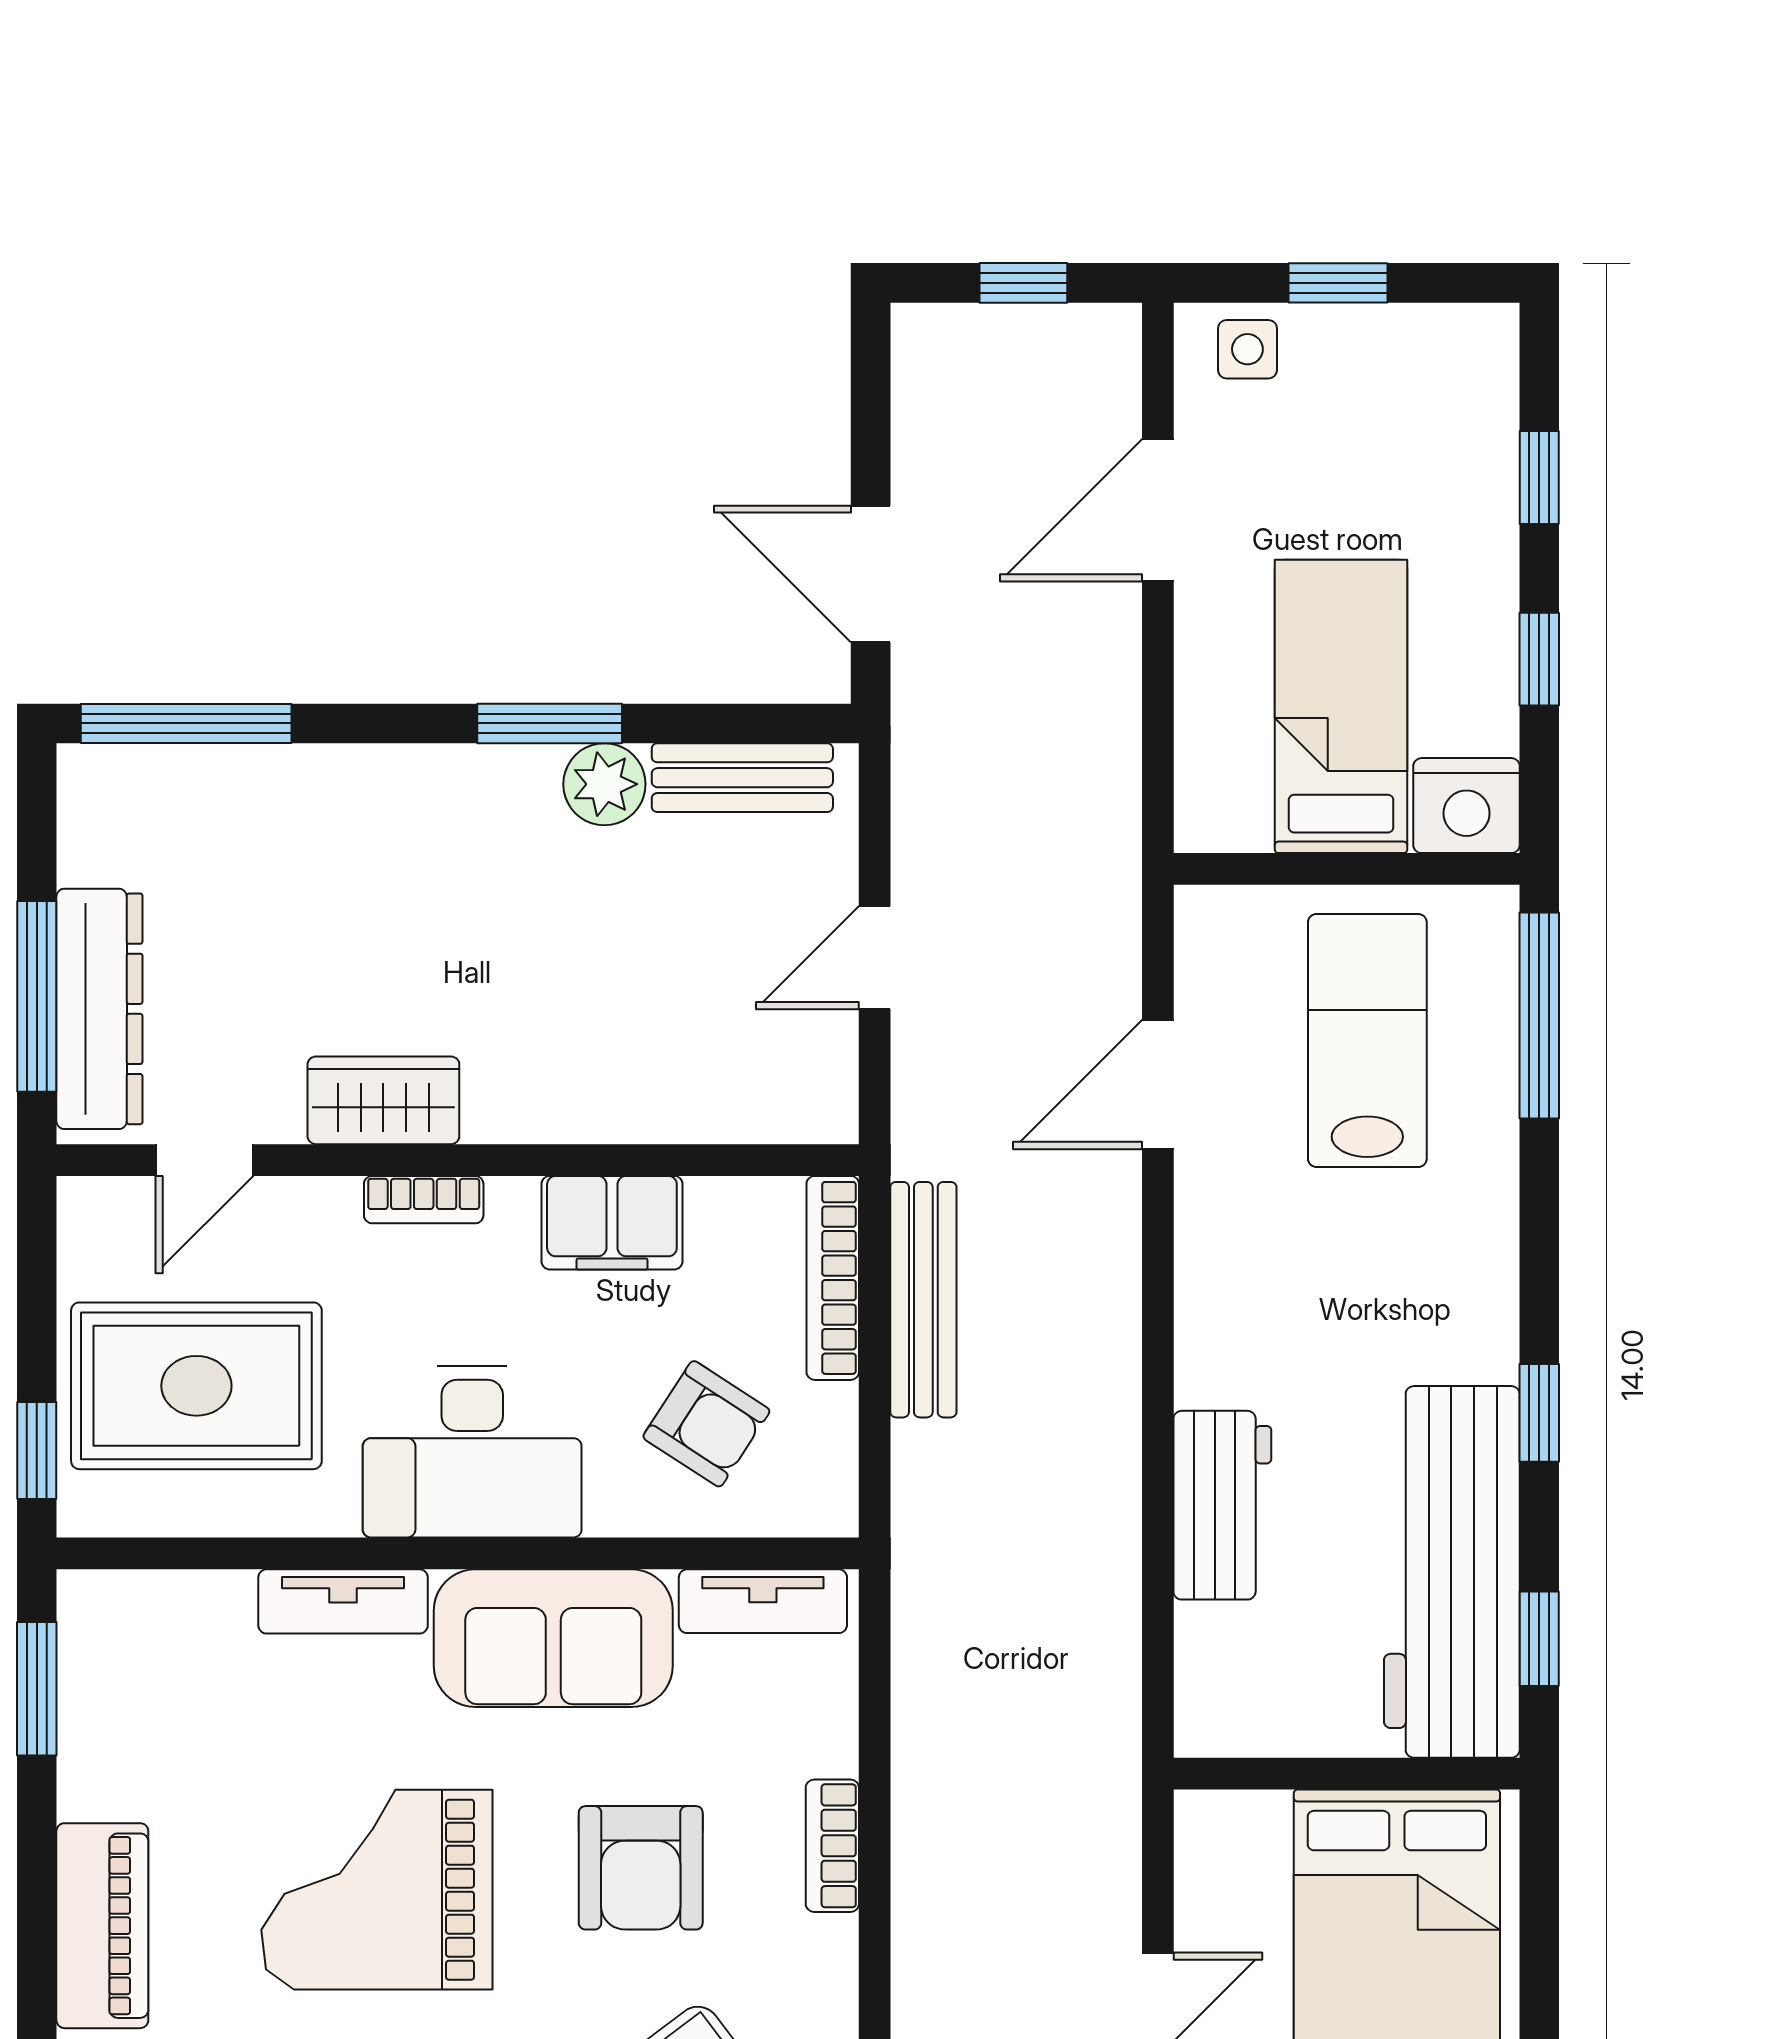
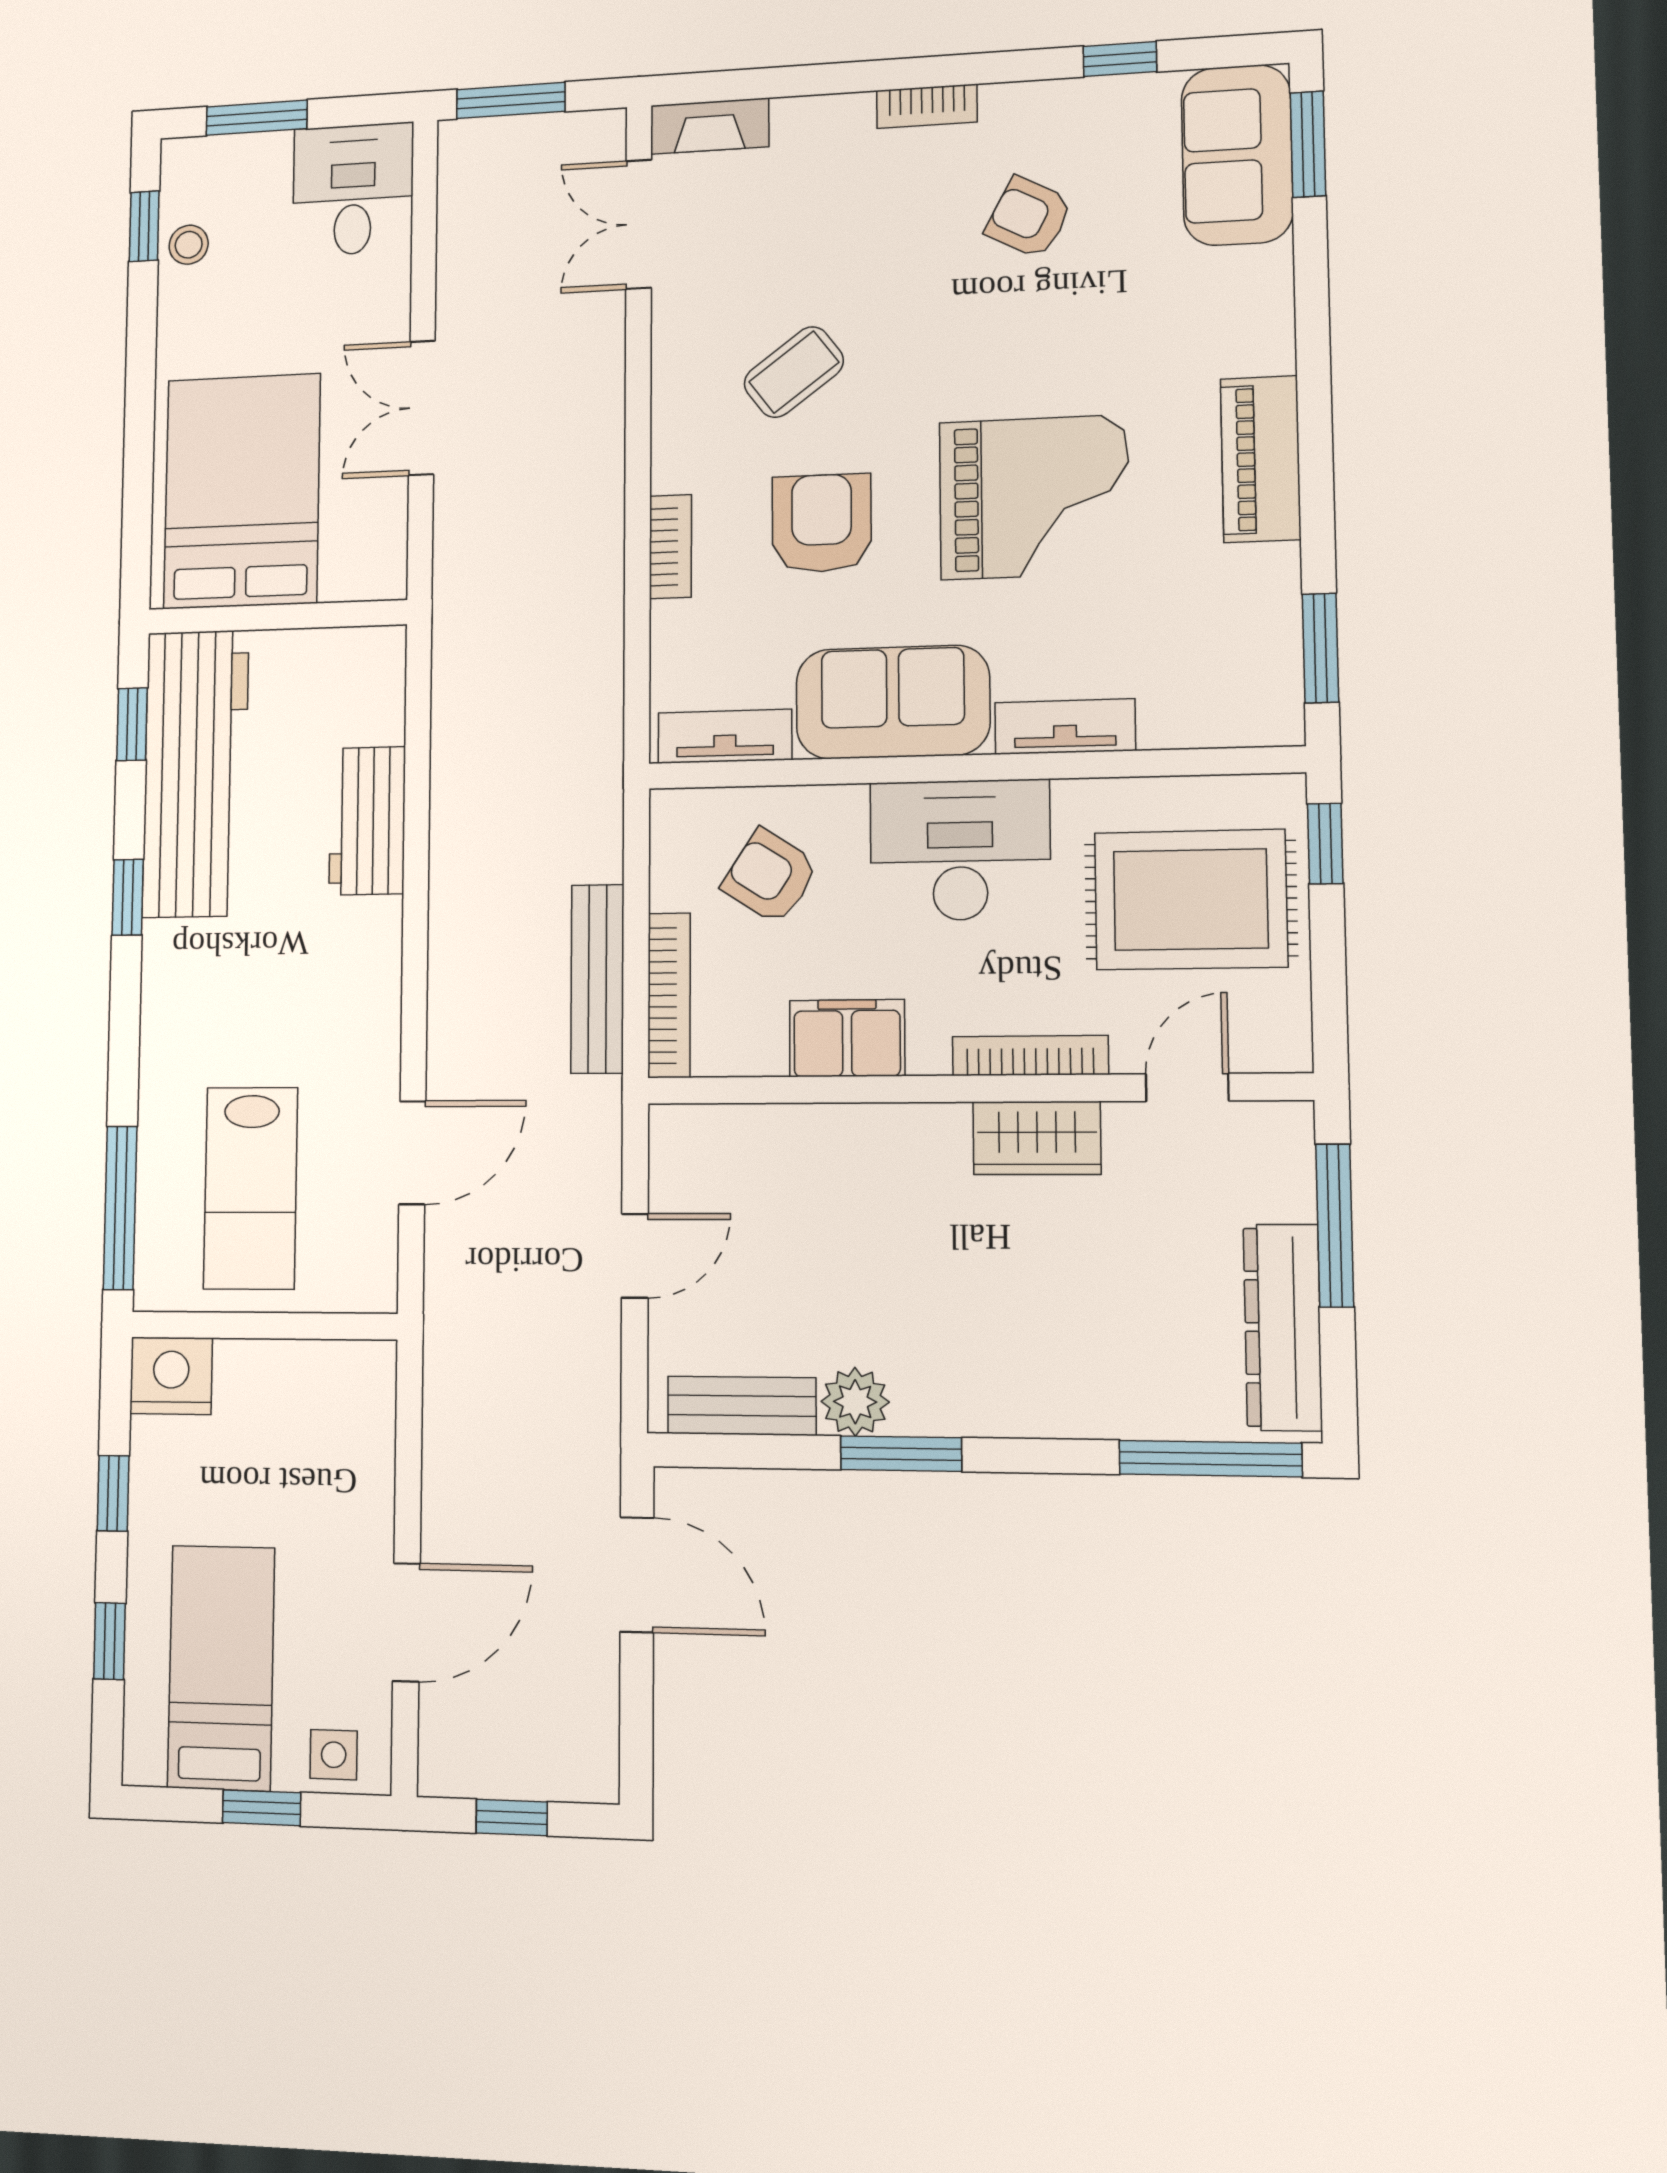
bed: (1341, 706) -> (221, 1668), moved, turned 180
dresser: (99, 1009) -> (1283, 1327), moved
bookcase: (424, 1200) -> (1030, 1056), width x1.56

